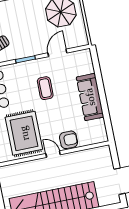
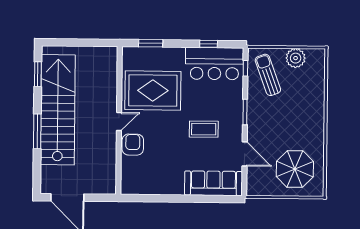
sofa: (90, 97) -> (213, 183), moved
armchair: (69, 140) -> (133, 145), turned 180

